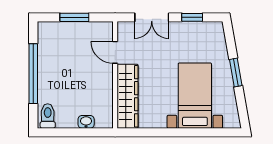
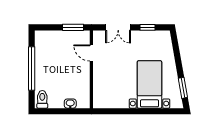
window: (74, 17) -> (73, 27), moved
window: (236, 72) -> (183, 88), moved
wardrobe: (127, 96) -> (100, 85), removed

